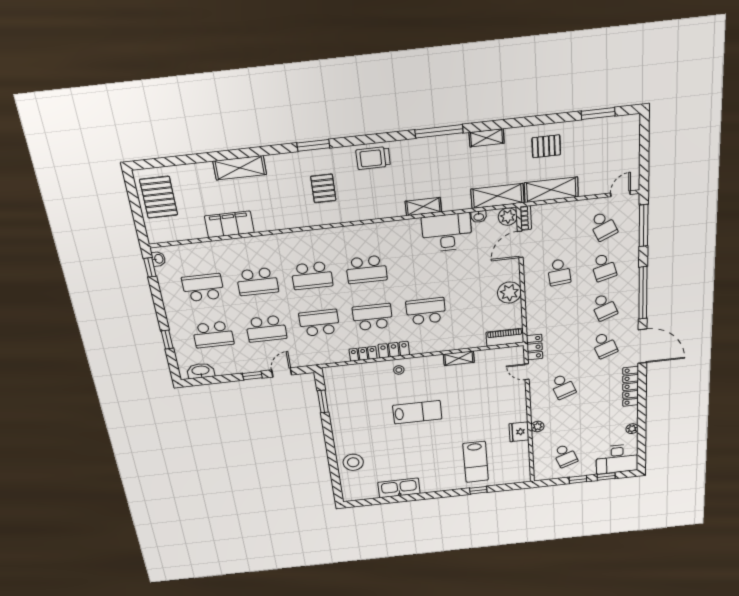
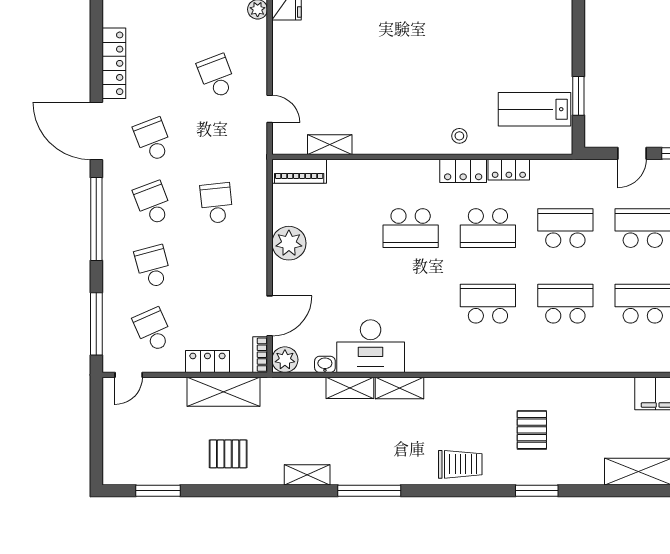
shelving: (497, 196) -> (350, 388), moved, width x0.67, depth x0.75
school desk: (559, 272) -> (217, 203), moved
school desk: (319, 323) -> (565, 228), turned 180
locker: (535, 347) -> (207, 361), moved, turned 90
shelving: (459, 358) -> (330, 145), moved
lab bench: (417, 412) -> (534, 109), moved

